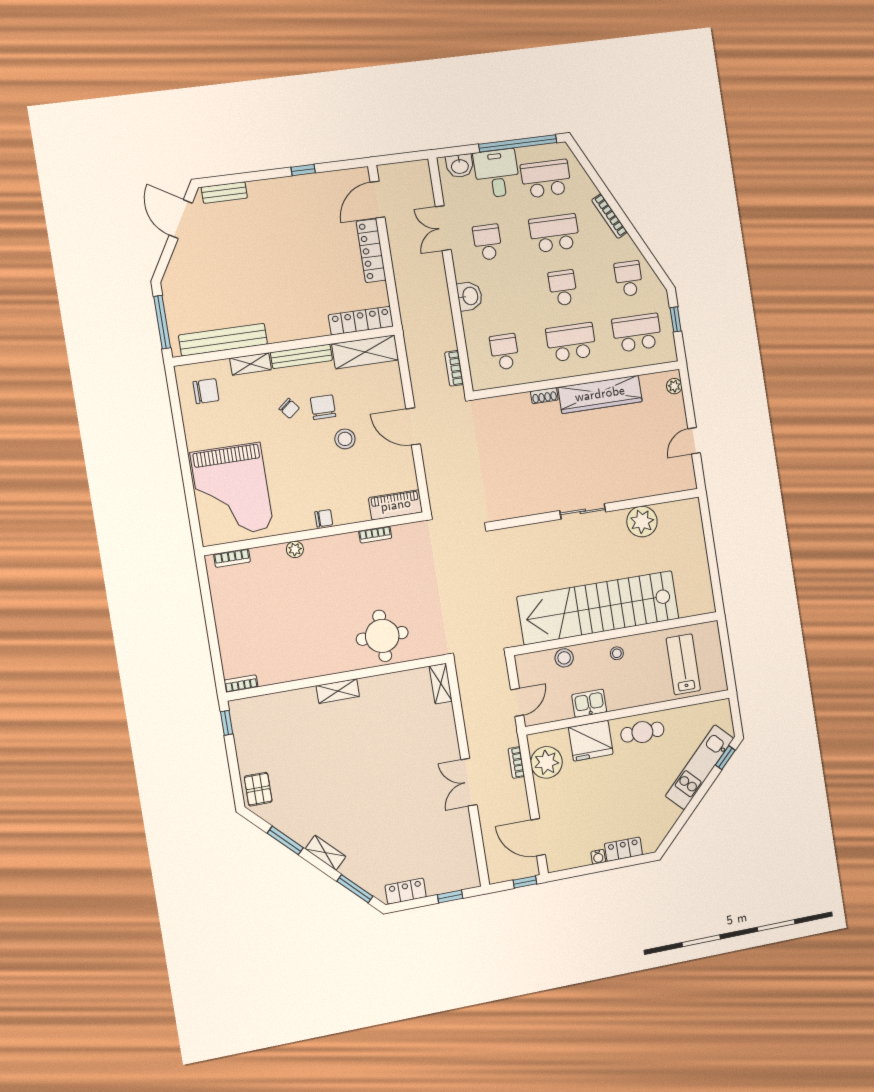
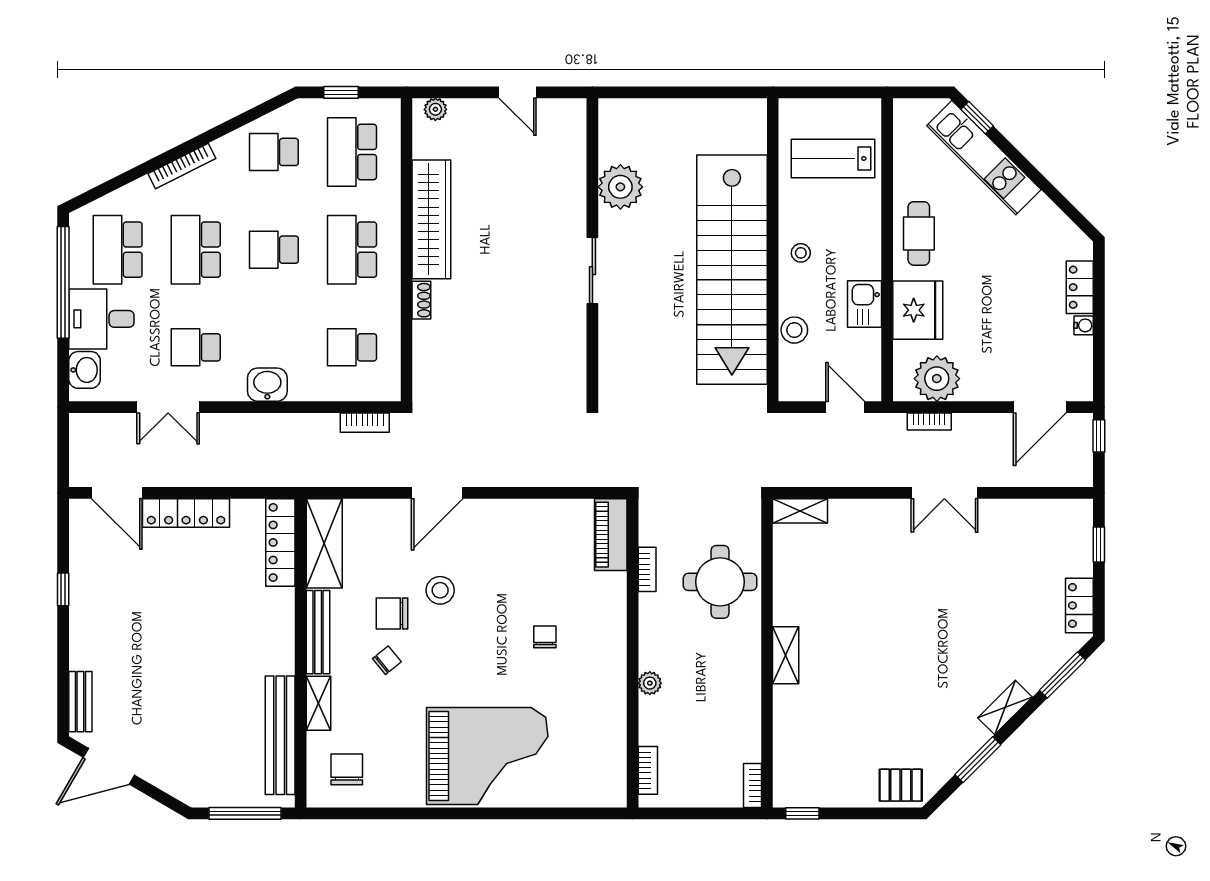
piano: (396, 505) -> (611, 535), moved
wall: (314, 534) -> (633, 653), moved
bookcase: (375, 535) -> (647, 569), moved
plant: (295, 549) -> (650, 683), moved
bookcase: (232, 558) -> (648, 770), moved

